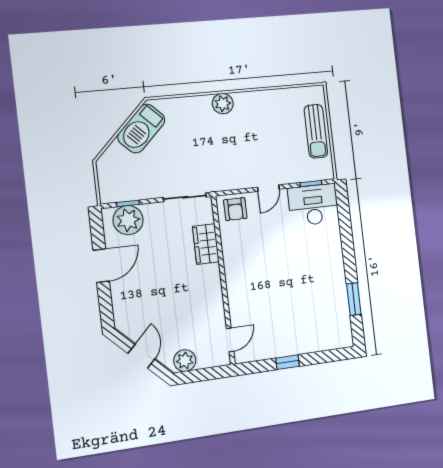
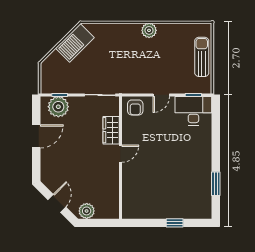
plant: (223, 104) -> (149, 30), moved
sun lounger: (316, 131) -> (202, 57), turned 180
door: (230, 340) -> (121, 154), moved
window: (288, 362) -> (175, 223), moved

